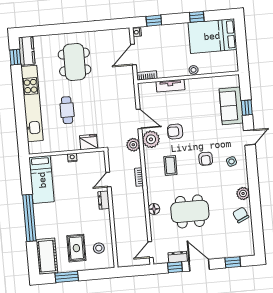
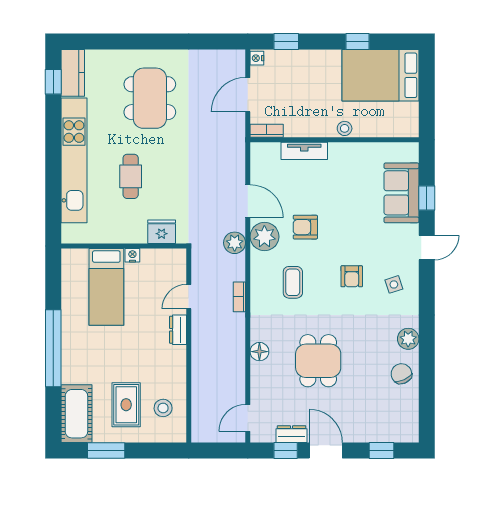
bed: (42, 180) -> (106, 287), moved
dining table: (190, 211) -> (318, 361), width x0.73

